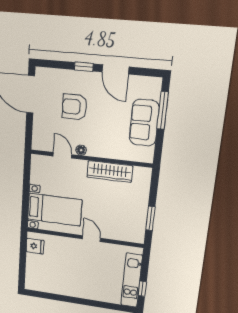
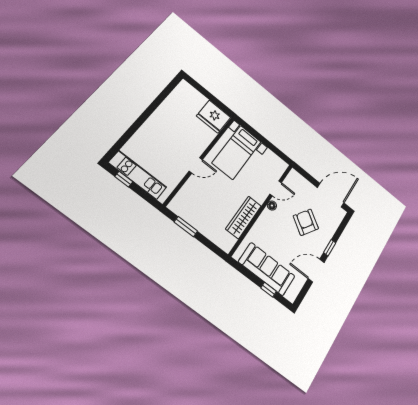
armchair: (75, 107) -> (306, 222), turned -57
window: (163, 110) -> (269, 290), width x0.46
sofa: (144, 123) -> (267, 269), width x1.36
fridge: (35, 246) -> (214, 117), width x1.88, depth x1.34

